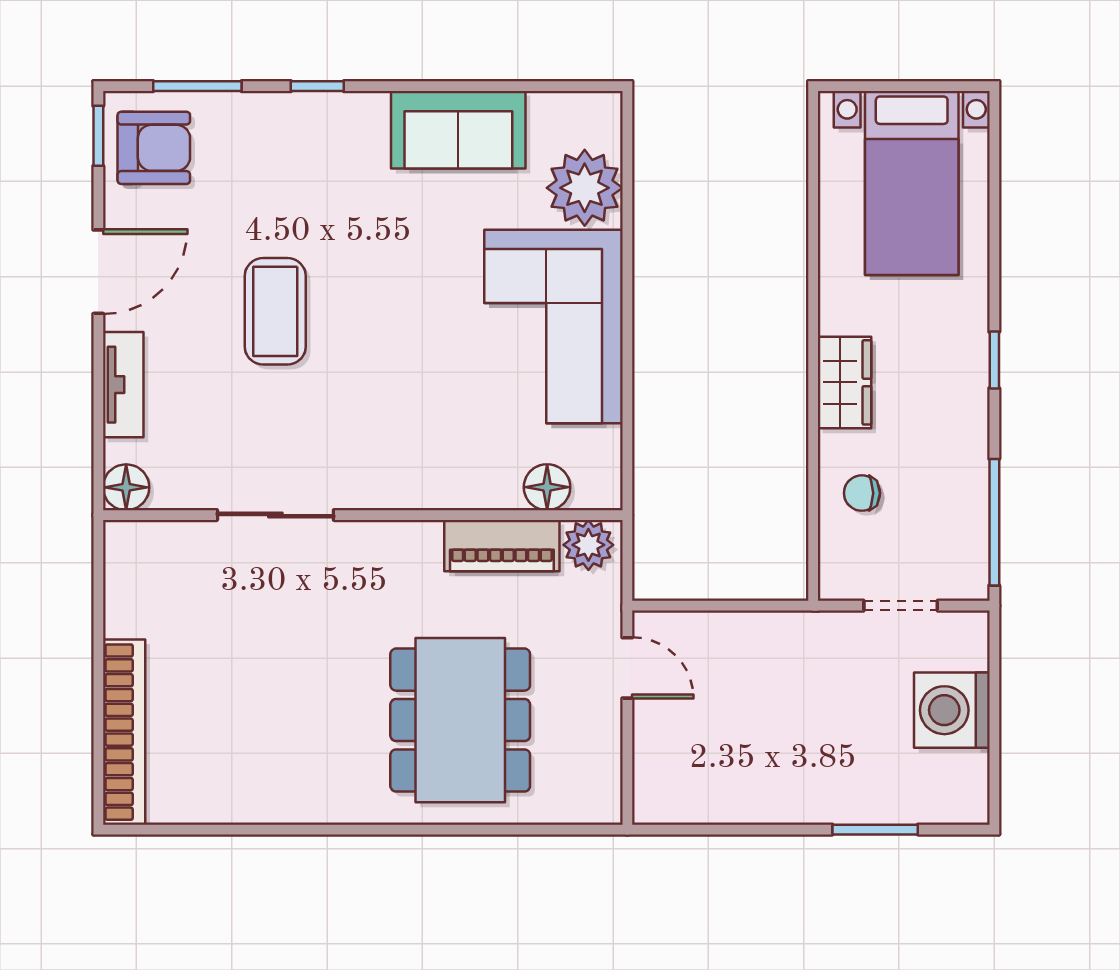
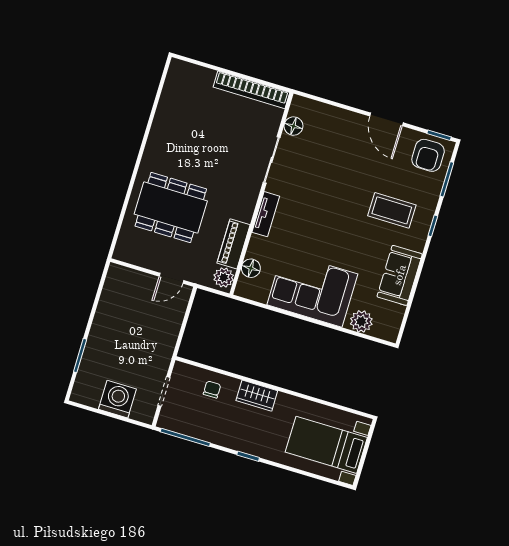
plant: (585, 188) -> (361, 321), width x0.73, depth x0.73
coffee table: (275, 311) -> (392, 210), moved
tv unit: (123, 385) -> (266, 214), moved, turned -90
floor lamp: (126, 487) -> (293, 126), moved
bookcase: (124, 732) -> (251, 90), moved

